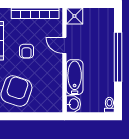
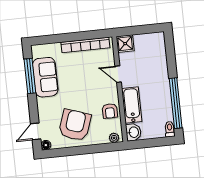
armchair: (26, 51) -> (110, 111), moved
window: (118, 57) -> (176, 103), moved
plant: (54, 108) -> (114, 138), added

